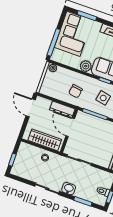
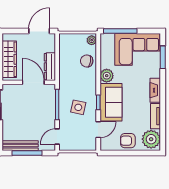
chair: (75, 91) -> (87, 61), moved
door: (70, 127) -> (33, 82), hinge flipped

